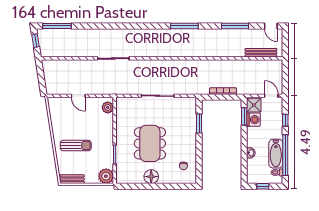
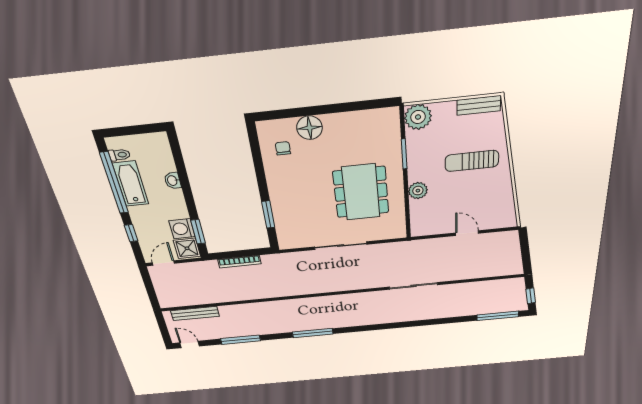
door: (271, 96) -> (163, 263), swing flipped
plant: (108, 107) -> (418, 191), moved
dining table: (150, 143) -> (361, 192), moved
floor lamp: (151, 177) -> (309, 128), moved
window: (263, 186) -> (137, 130), removed

